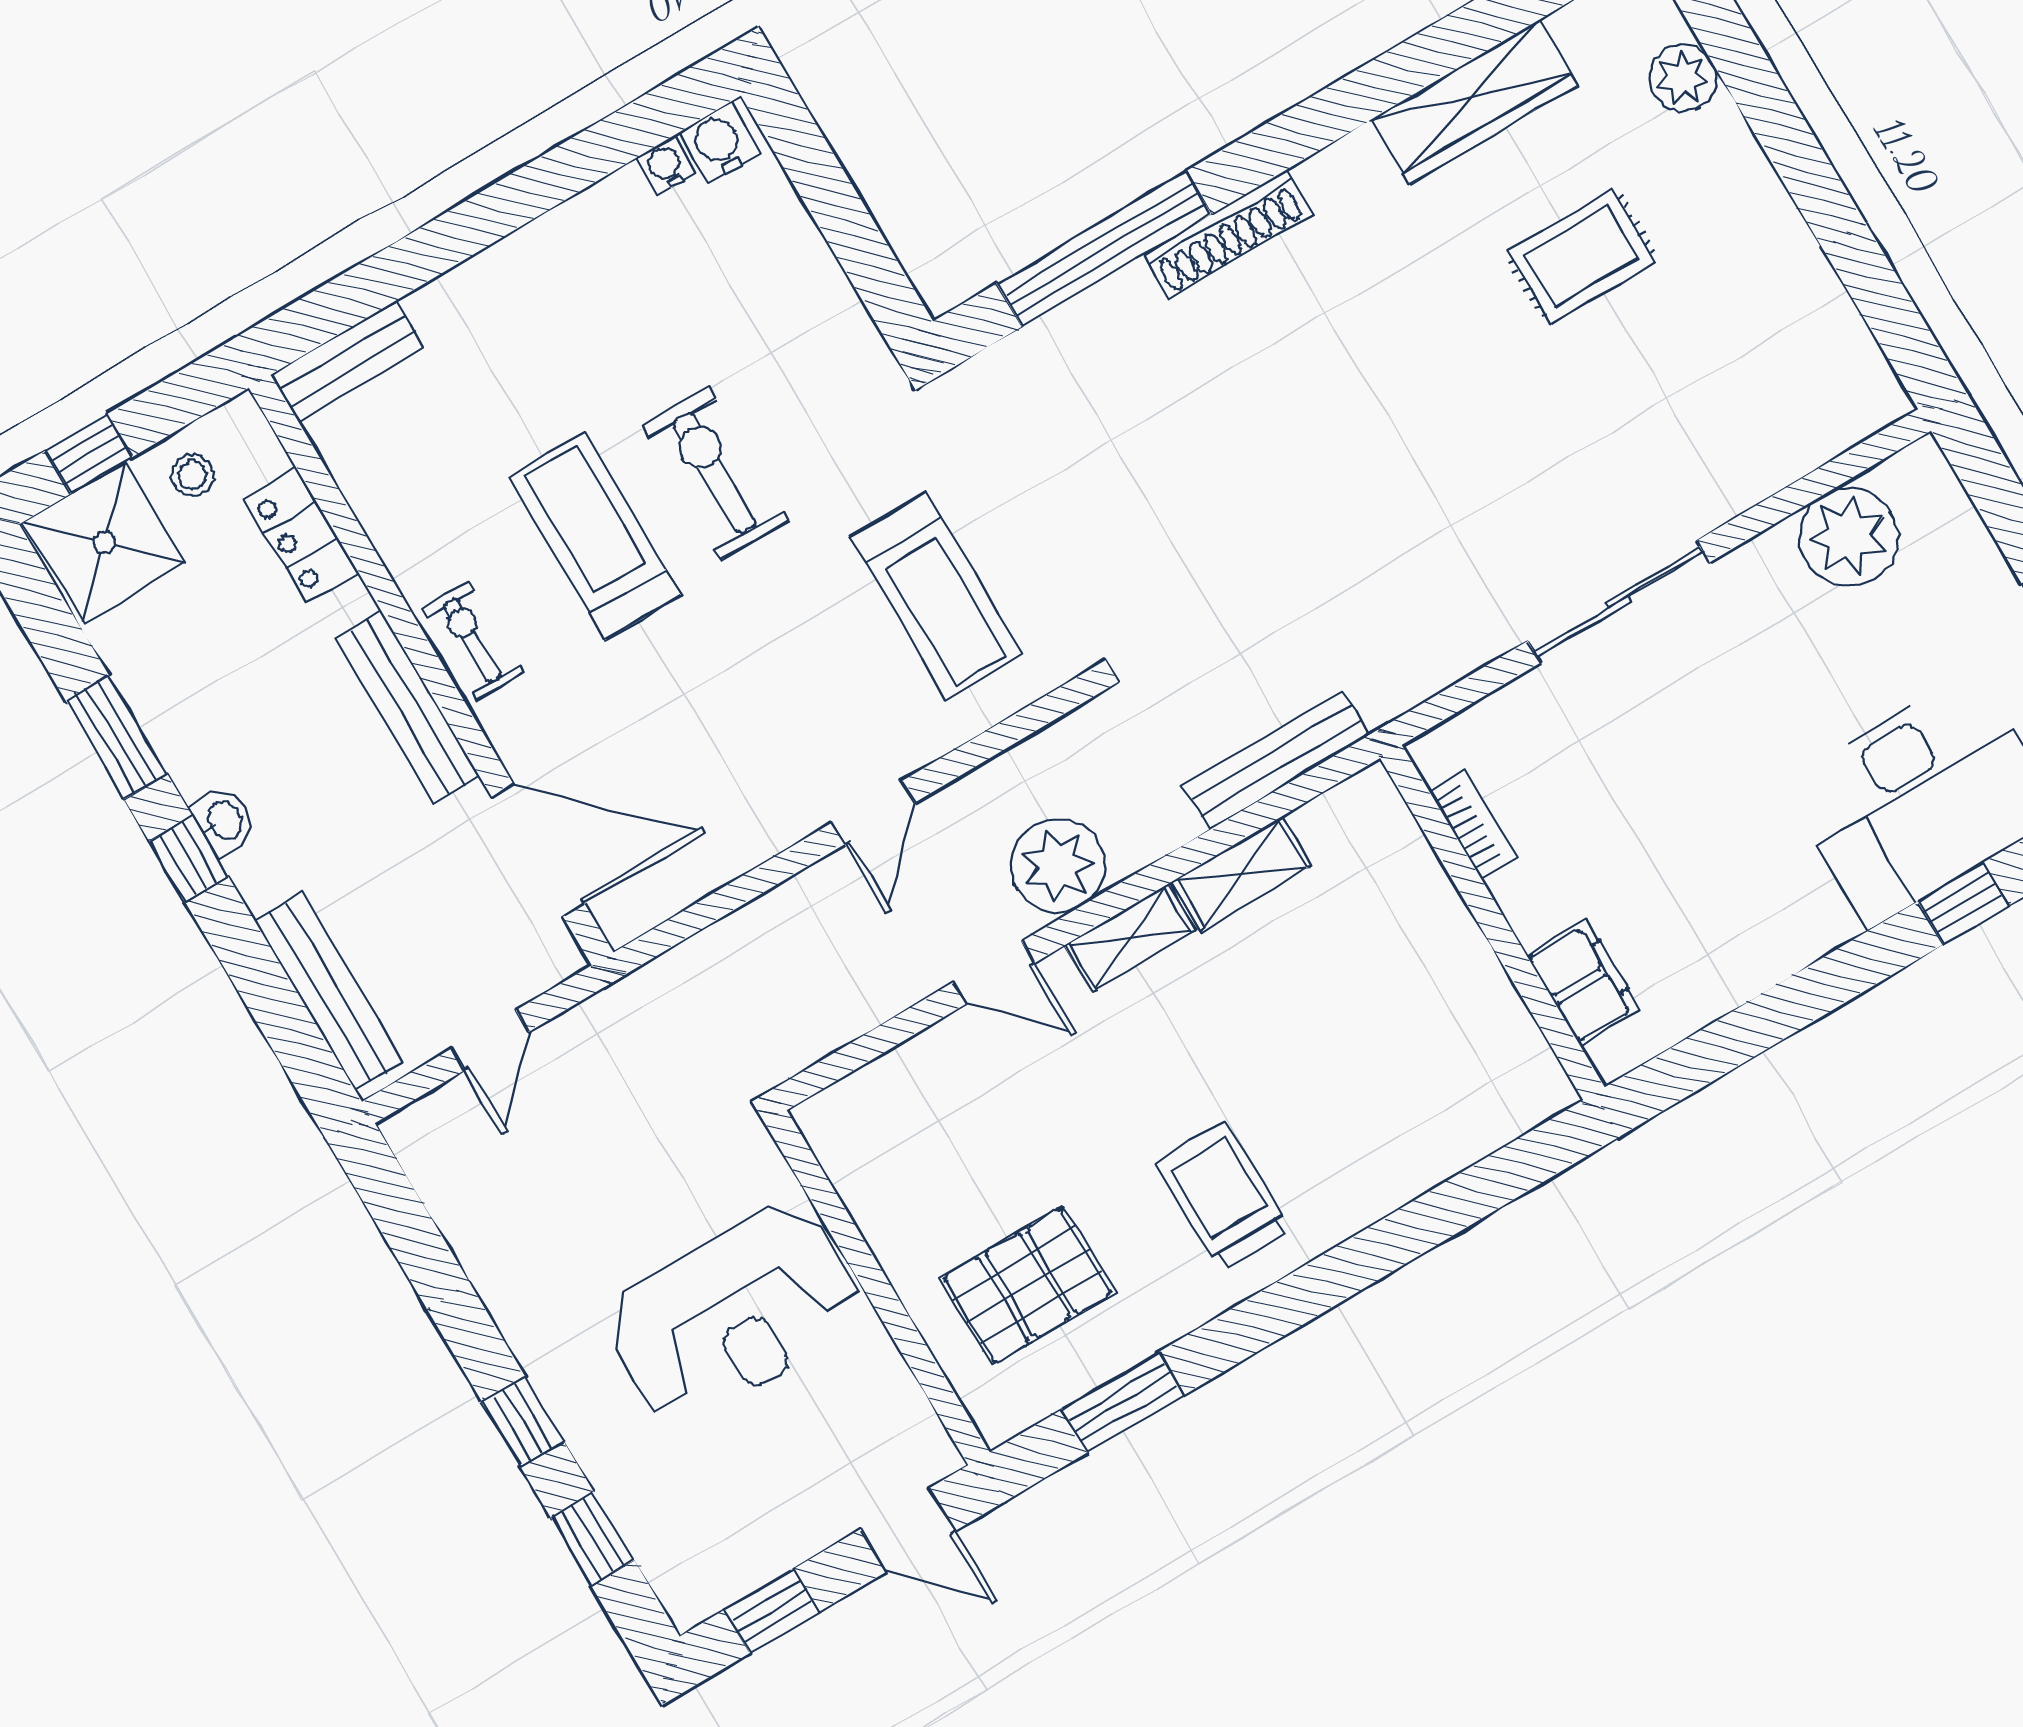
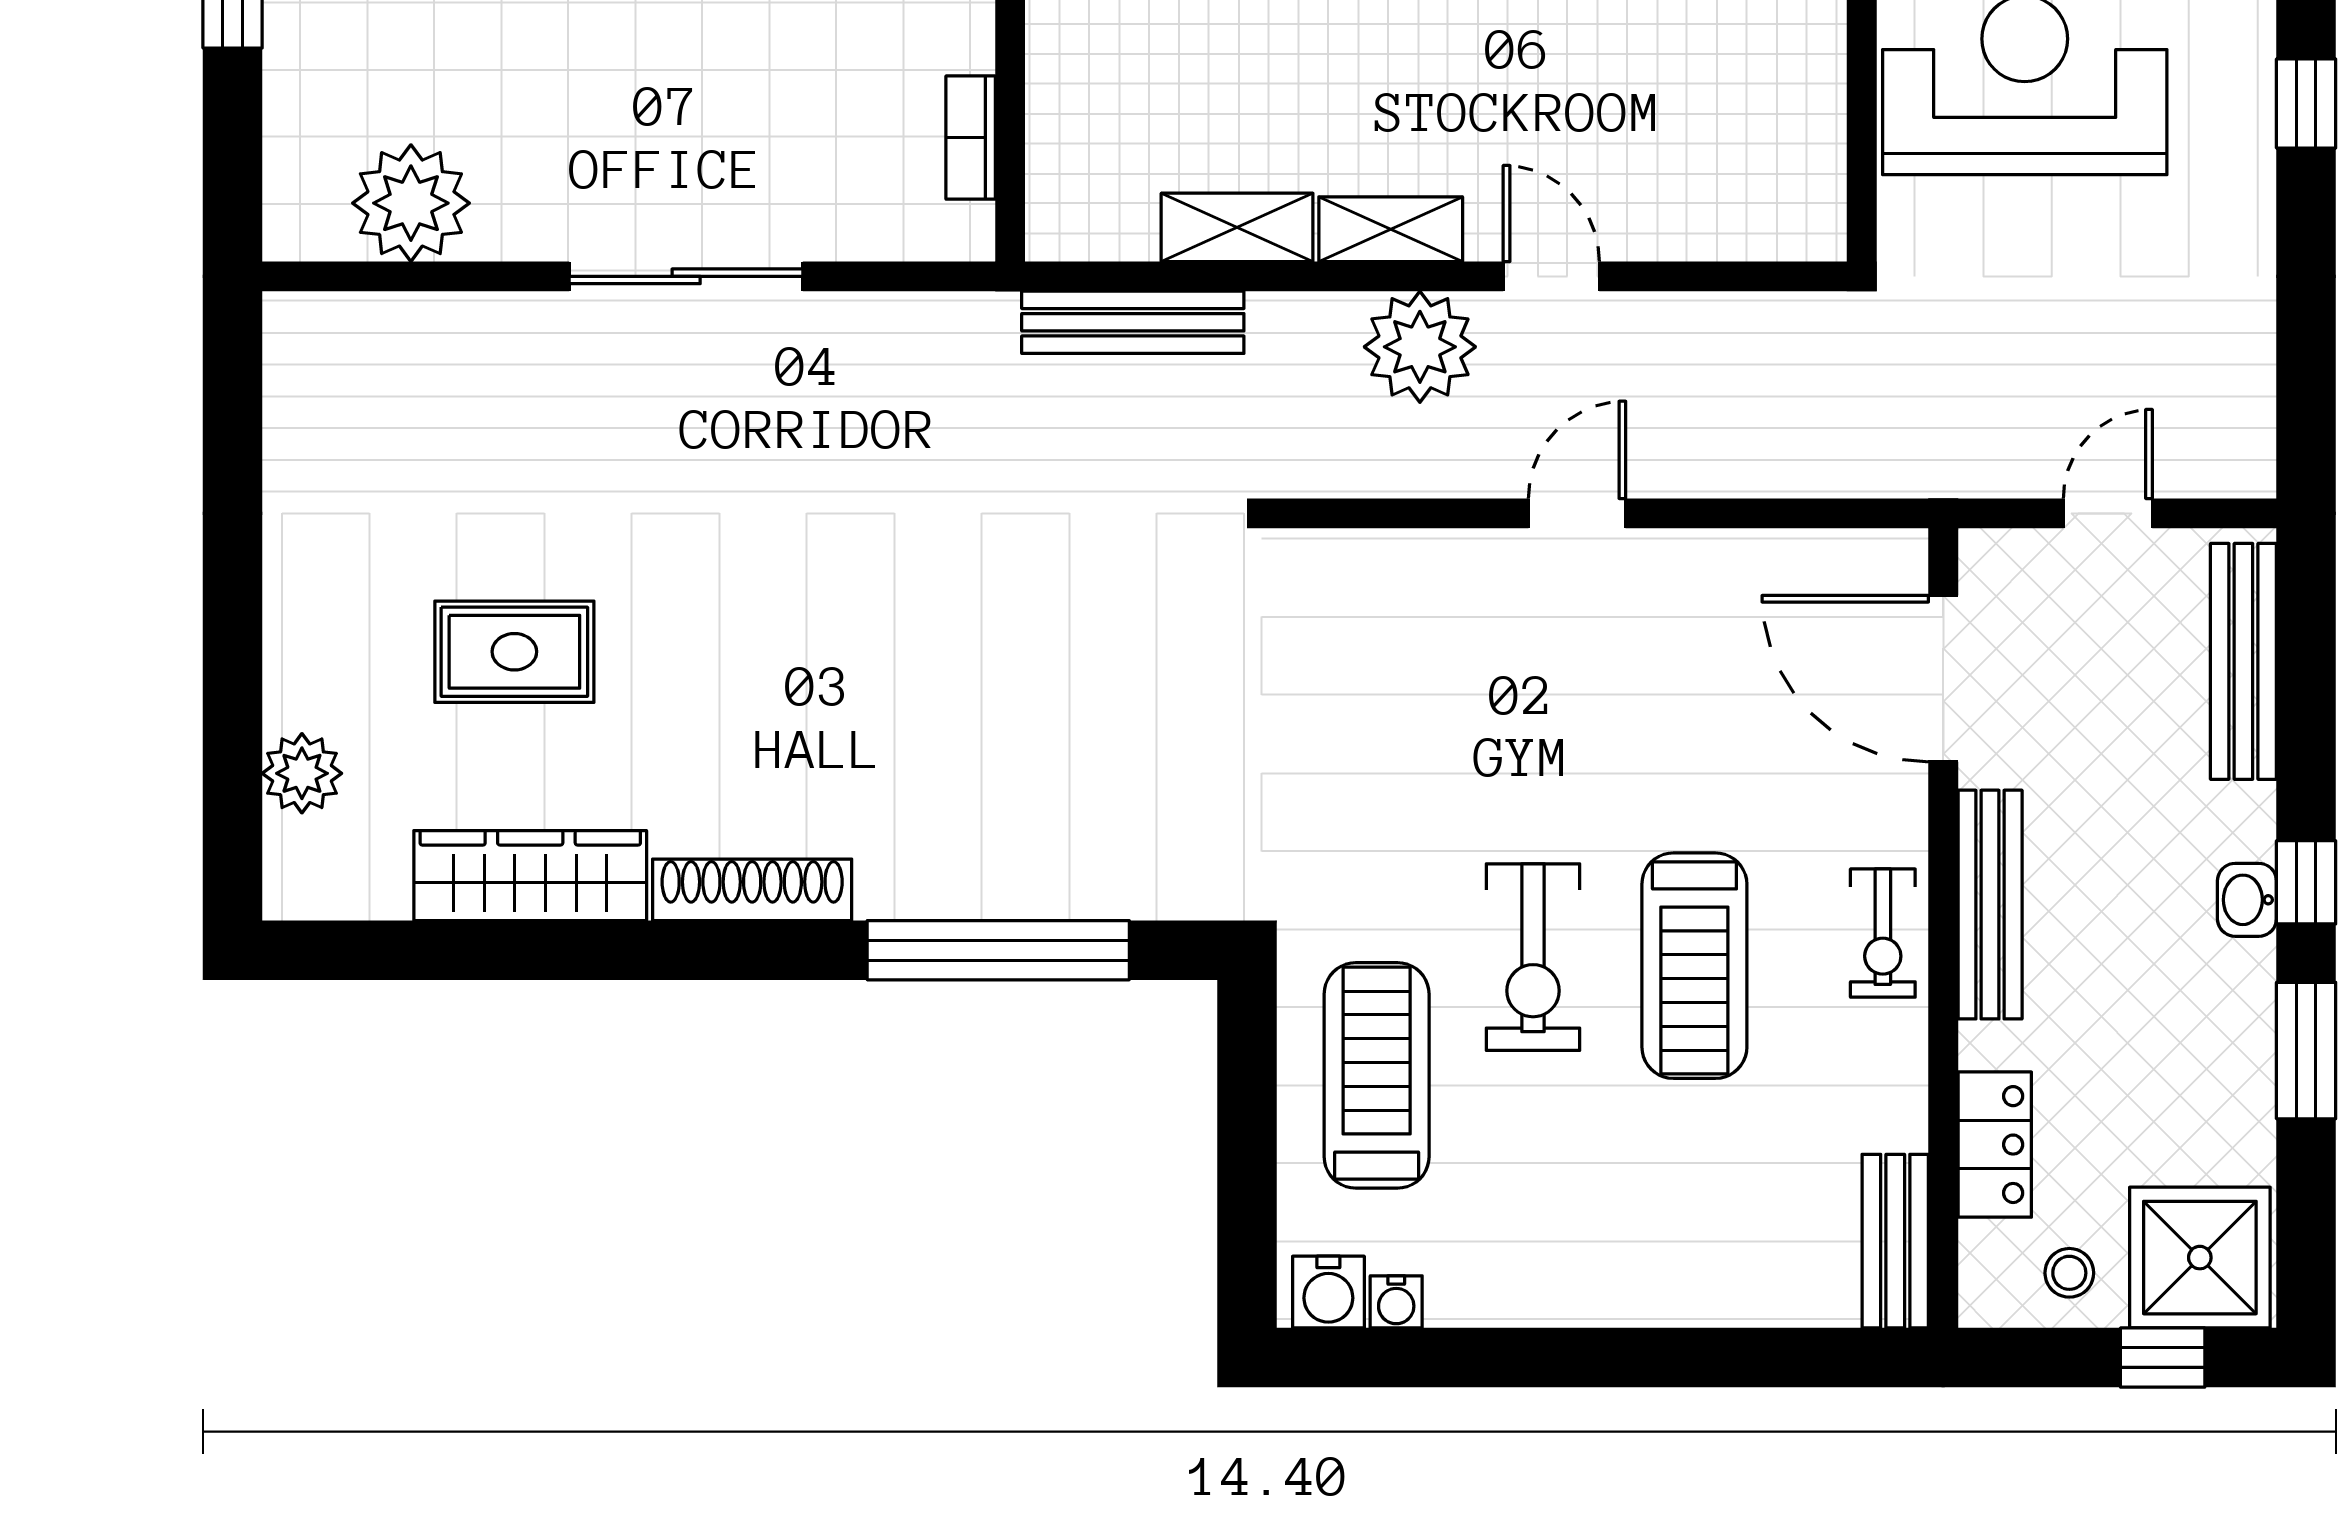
shoe rack: (1227, 235) -> (752, 890), moved
bench: (347, 362) -> (1895, 1241), moved, turned 90
treadmill: (936, 596) -> (1377, 1075), moved

